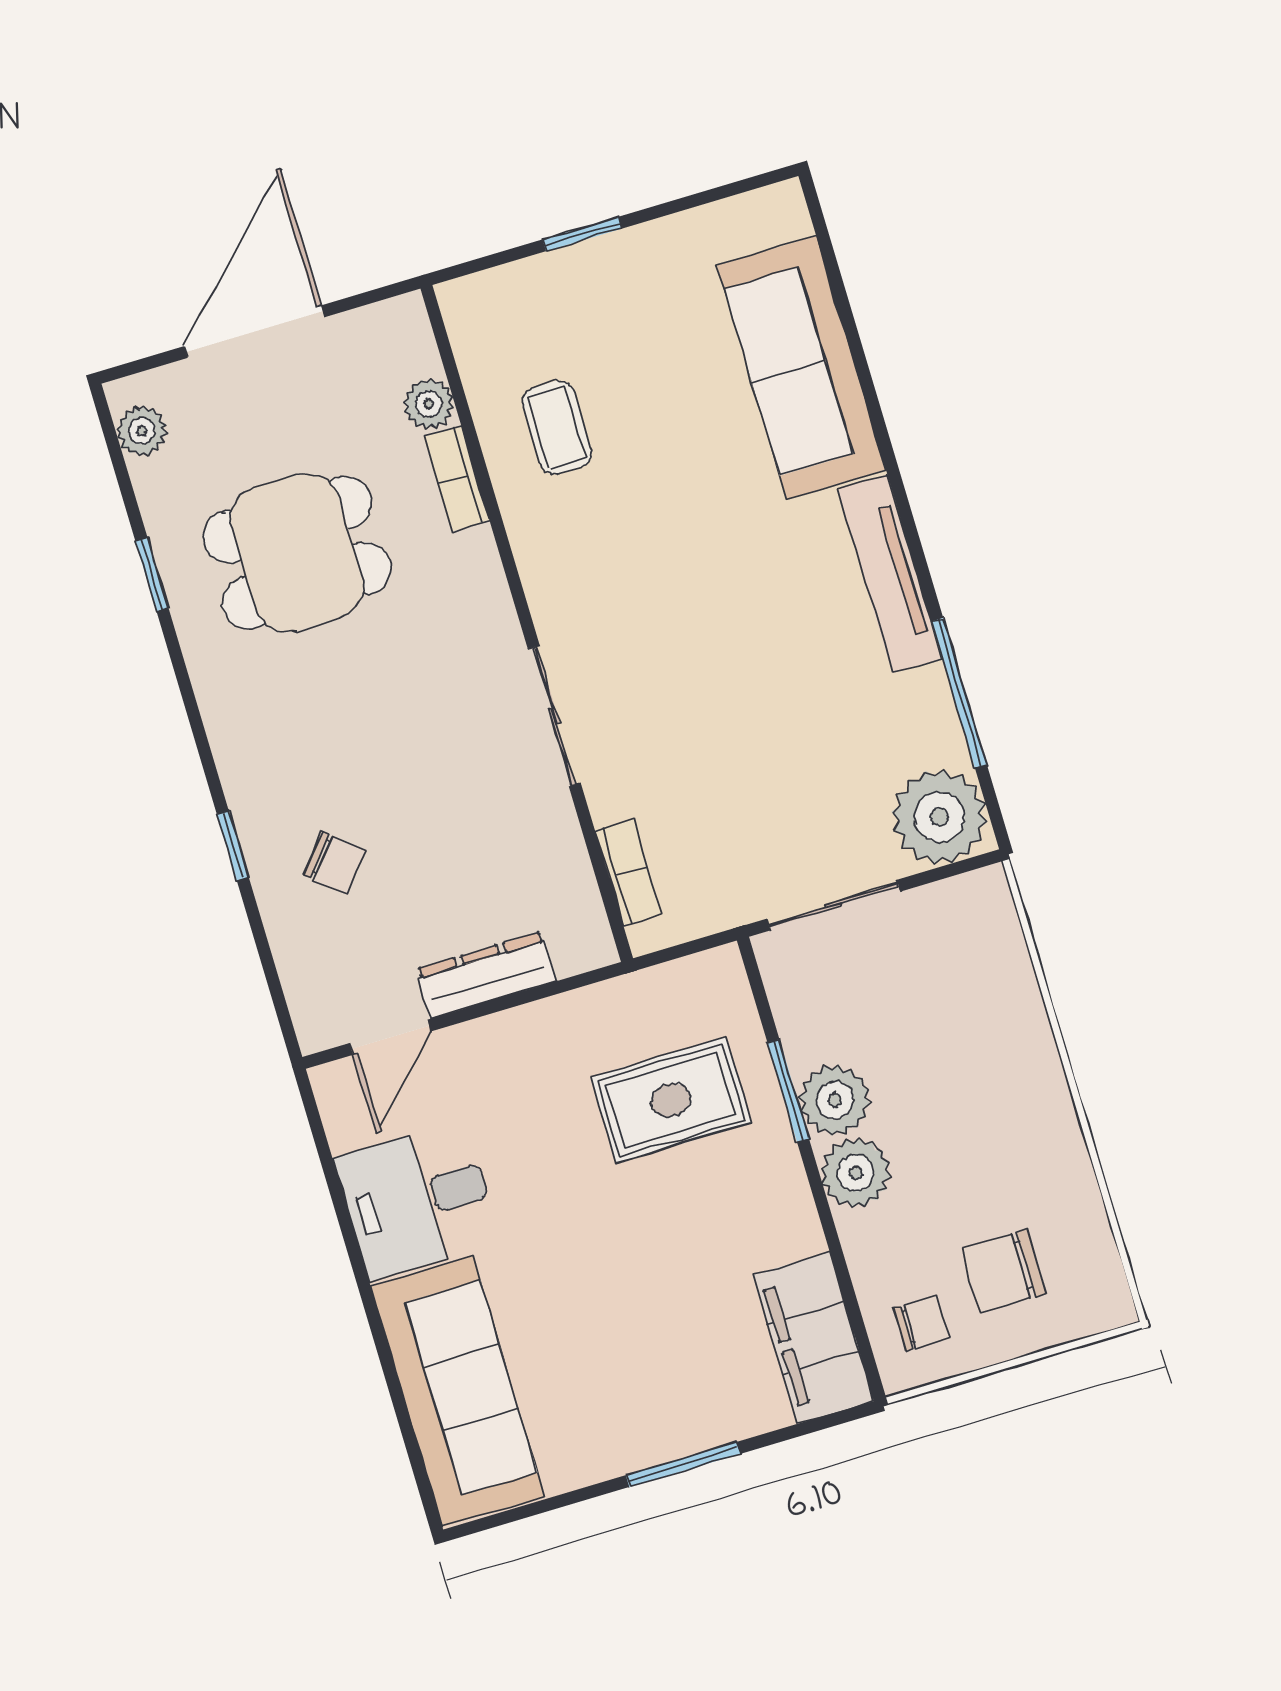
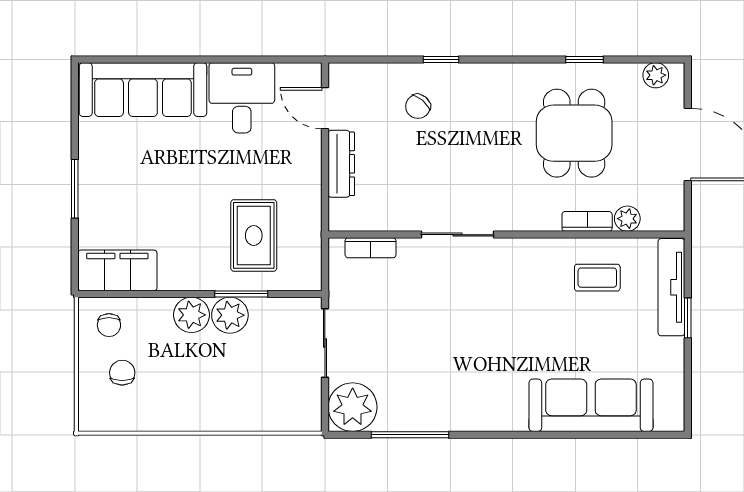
tv unit: (890, 574) -> (671, 287), moved, turned -90
chair: (1004, 1271) -> (122, 373), width x0.73, depth x0.73

